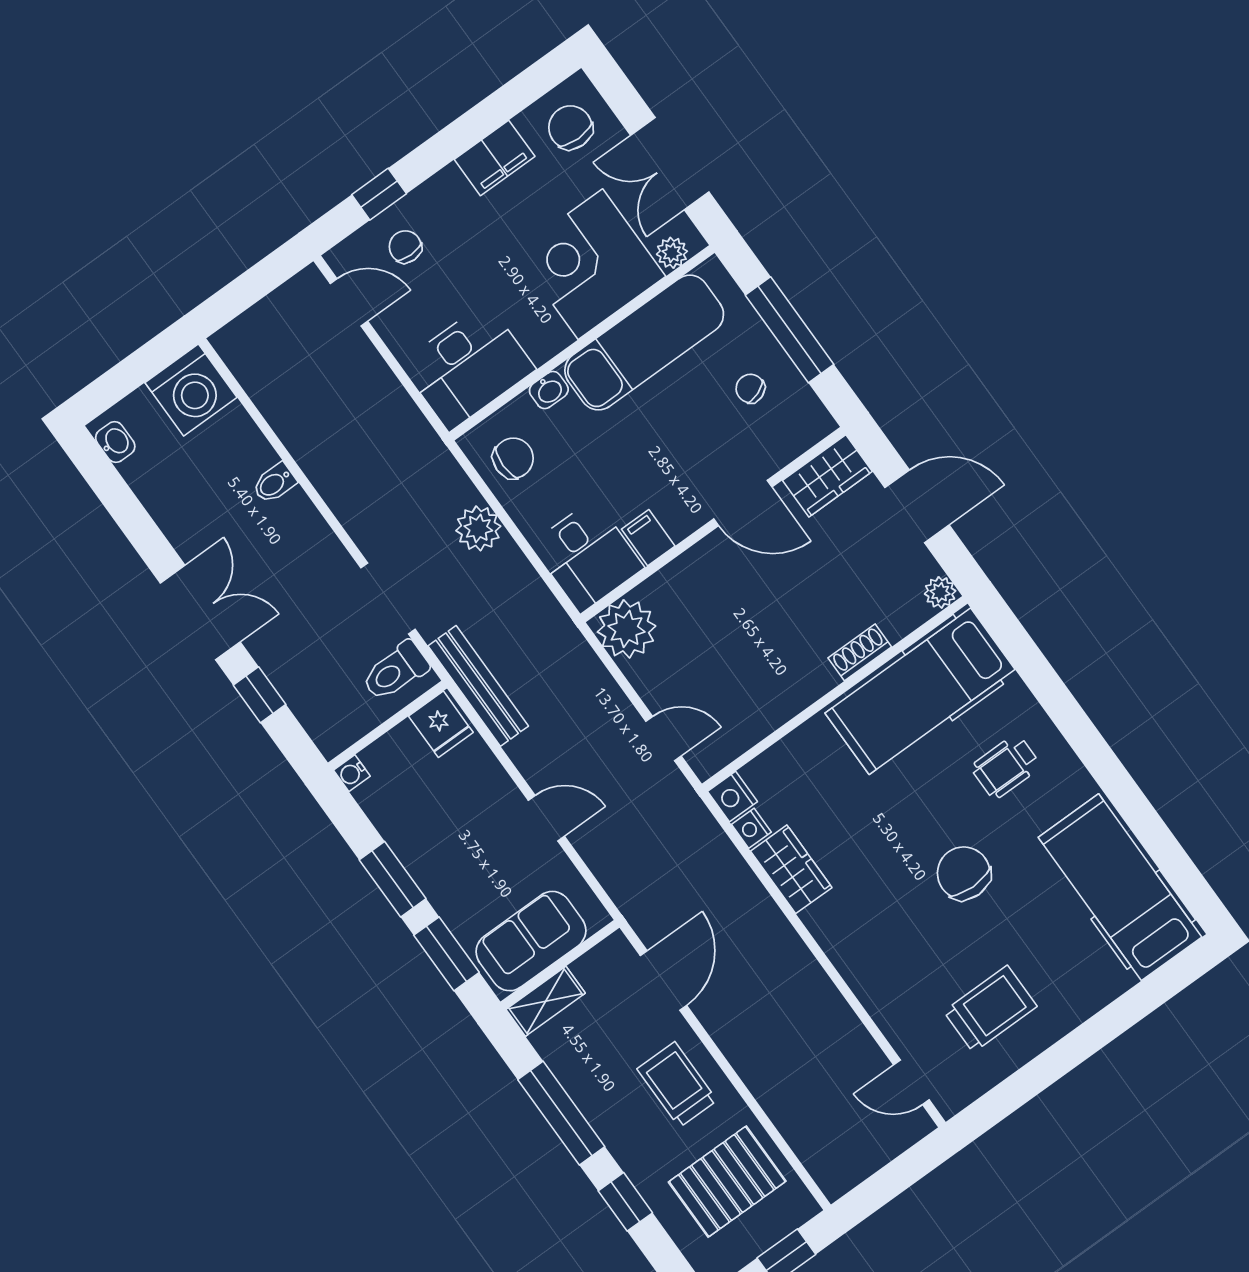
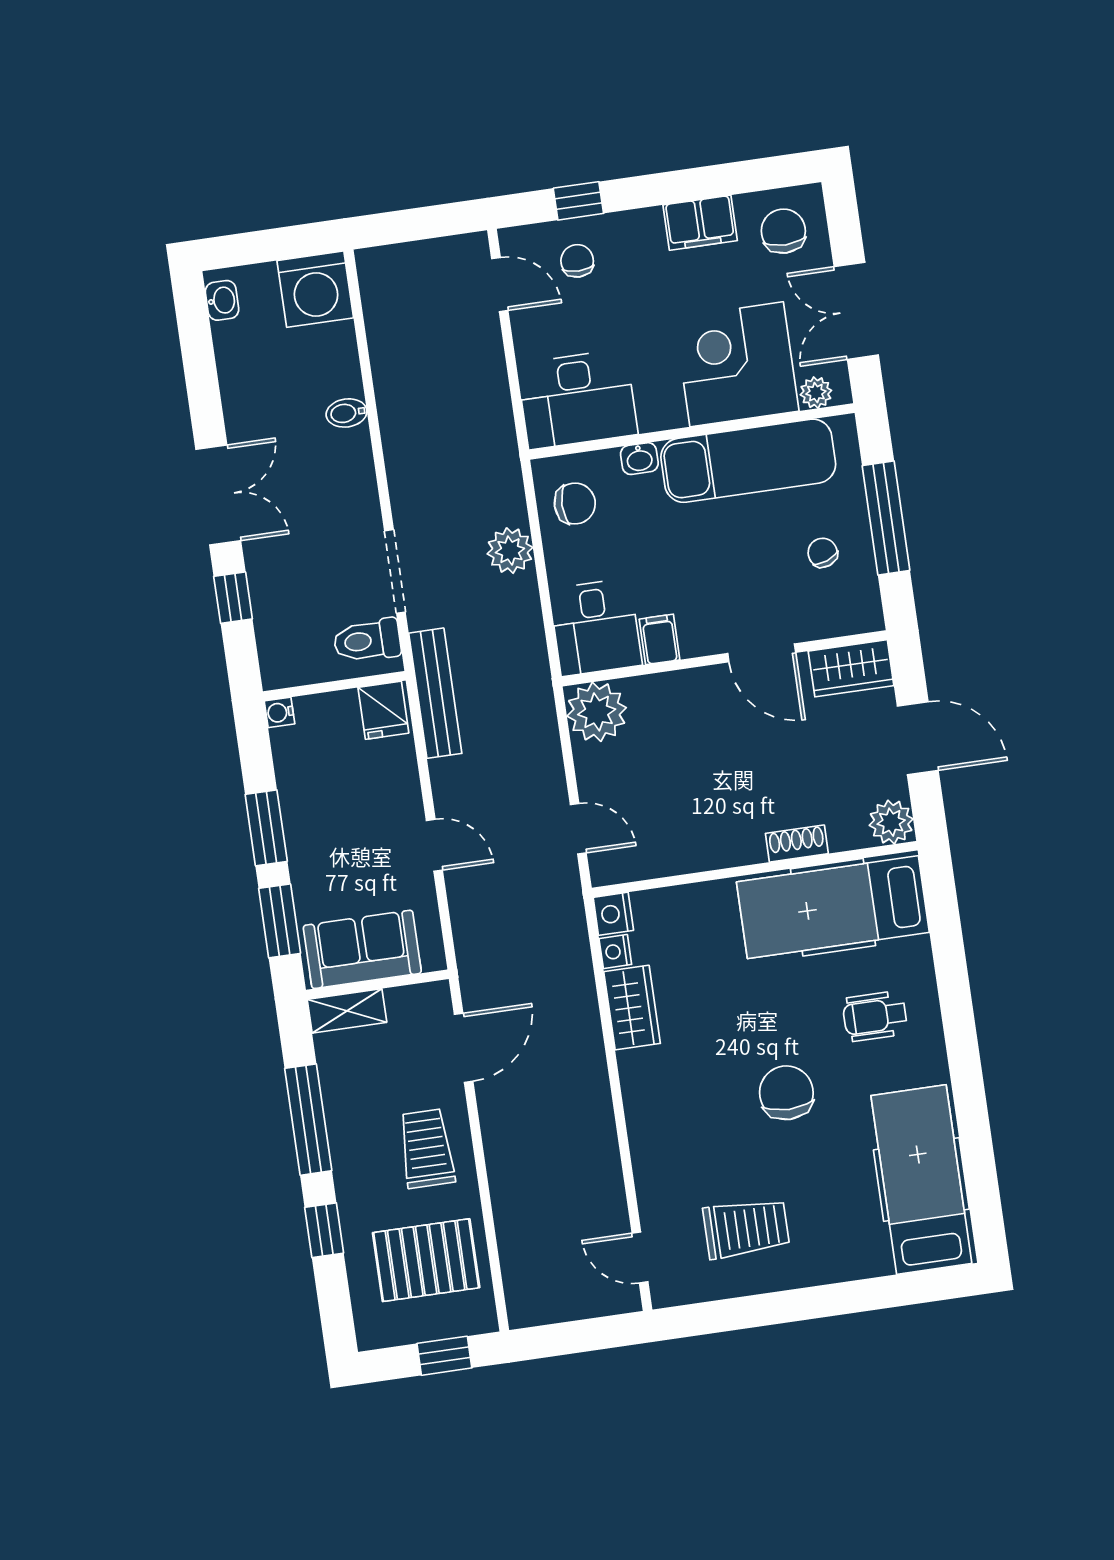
plant: (940, 592) -> (891, 822), width x1.38, depth x1.38

